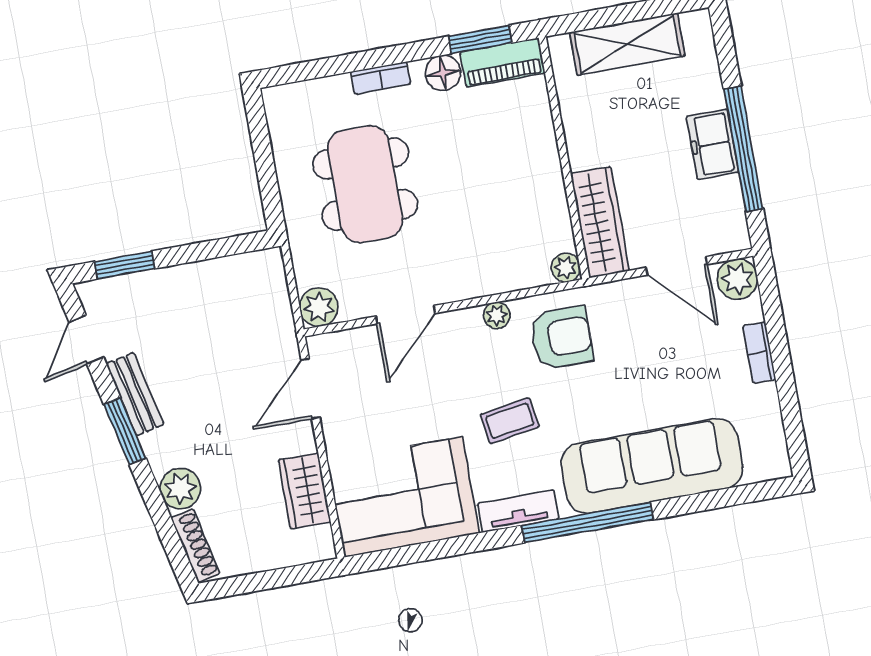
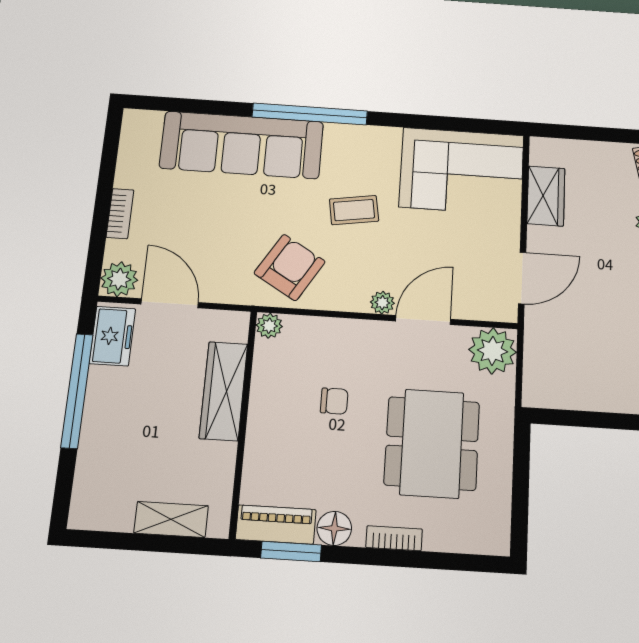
shelving: (627, 44) -> (171, 519), width x0.67, depth x0.75
freezer: (712, 144) -> (112, 336), moved
chair: (477, 204) -> (334, 401), added
wardrobe: (600, 222) -> (224, 391), moved
plant: (319, 307) -> (492, 351), width x1.36, depth x1.36
plant: (497, 315) -> (382, 303), moved
armchair: (562, 338) -> (290, 267), turned 121
tv unit: (518, 511) -> (366, 137), removed

